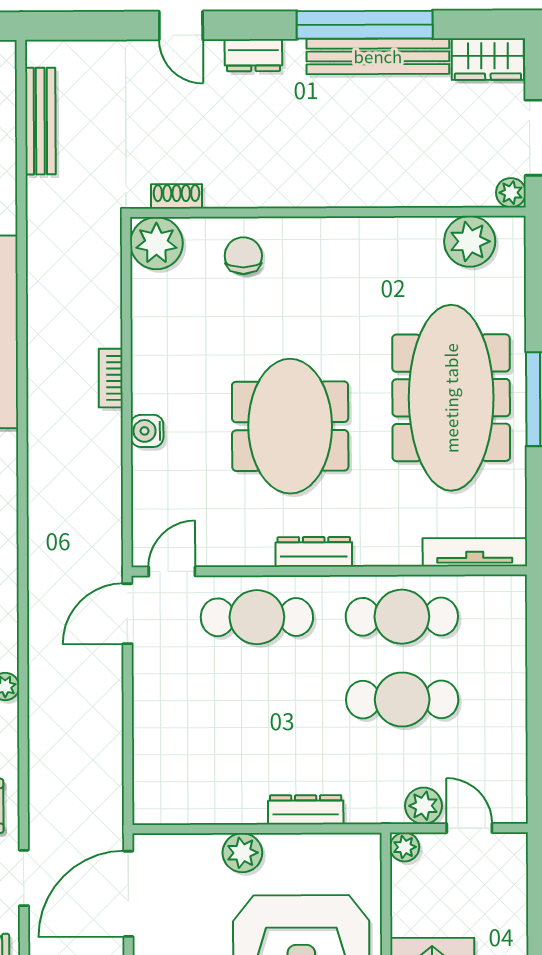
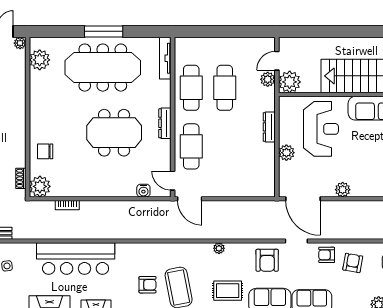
bookcase: (111, 378) -> (67, 205), moved
water cooler: (147, 431) -> (143, 191), moved
plant: (405, 847) -> (290, 82), width x1.88, depth x1.88

